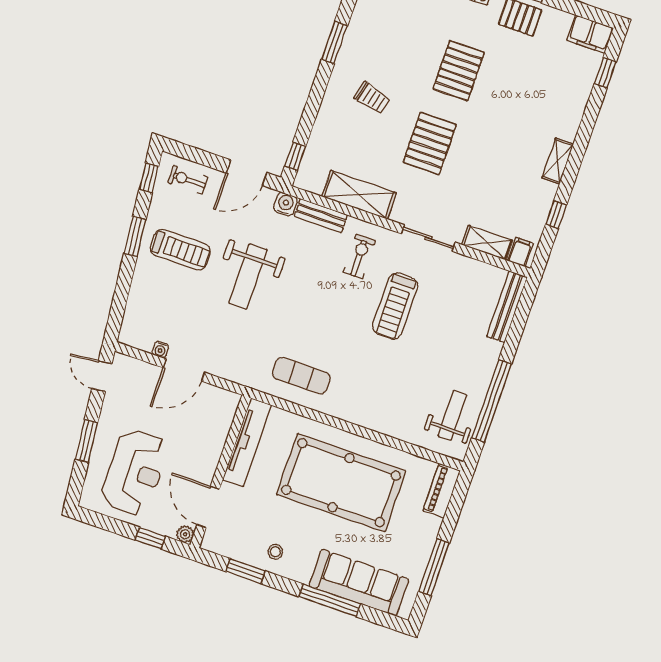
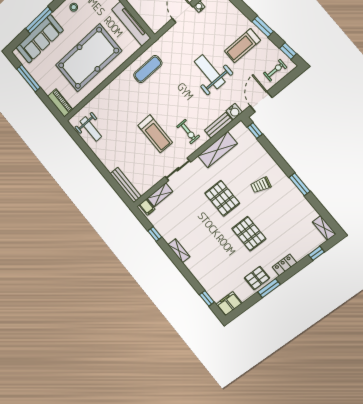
treadmill: (395, 306) -> (155, 134), turned 180
window: (492, 401) -> (87, 151), removed

